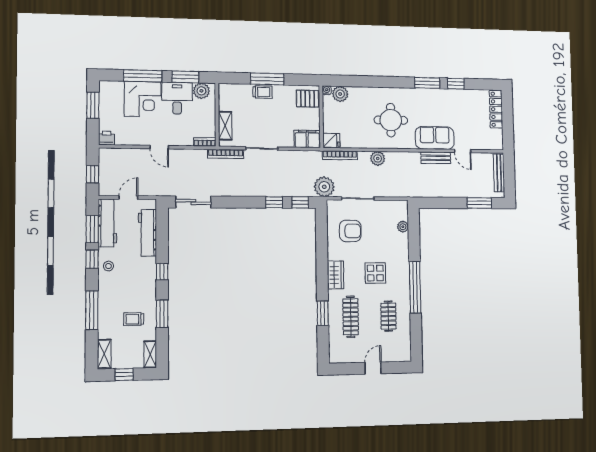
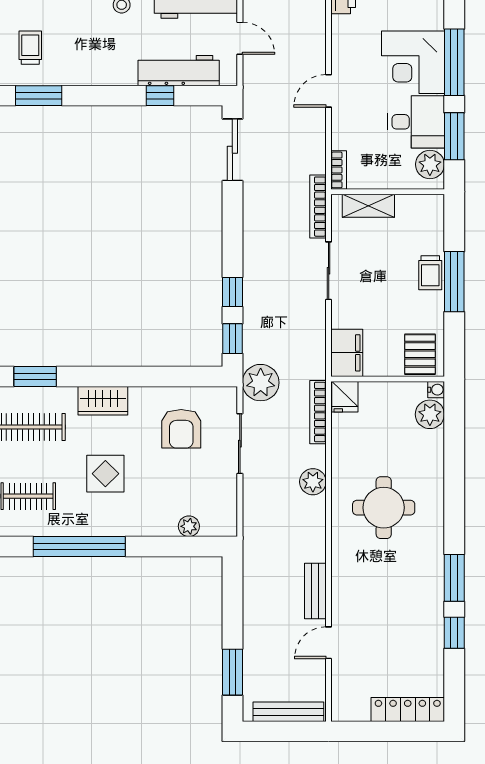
sofa: (435, 138) -> (352, 590), removed
window: (162, 272) -> (160, 96), moved

